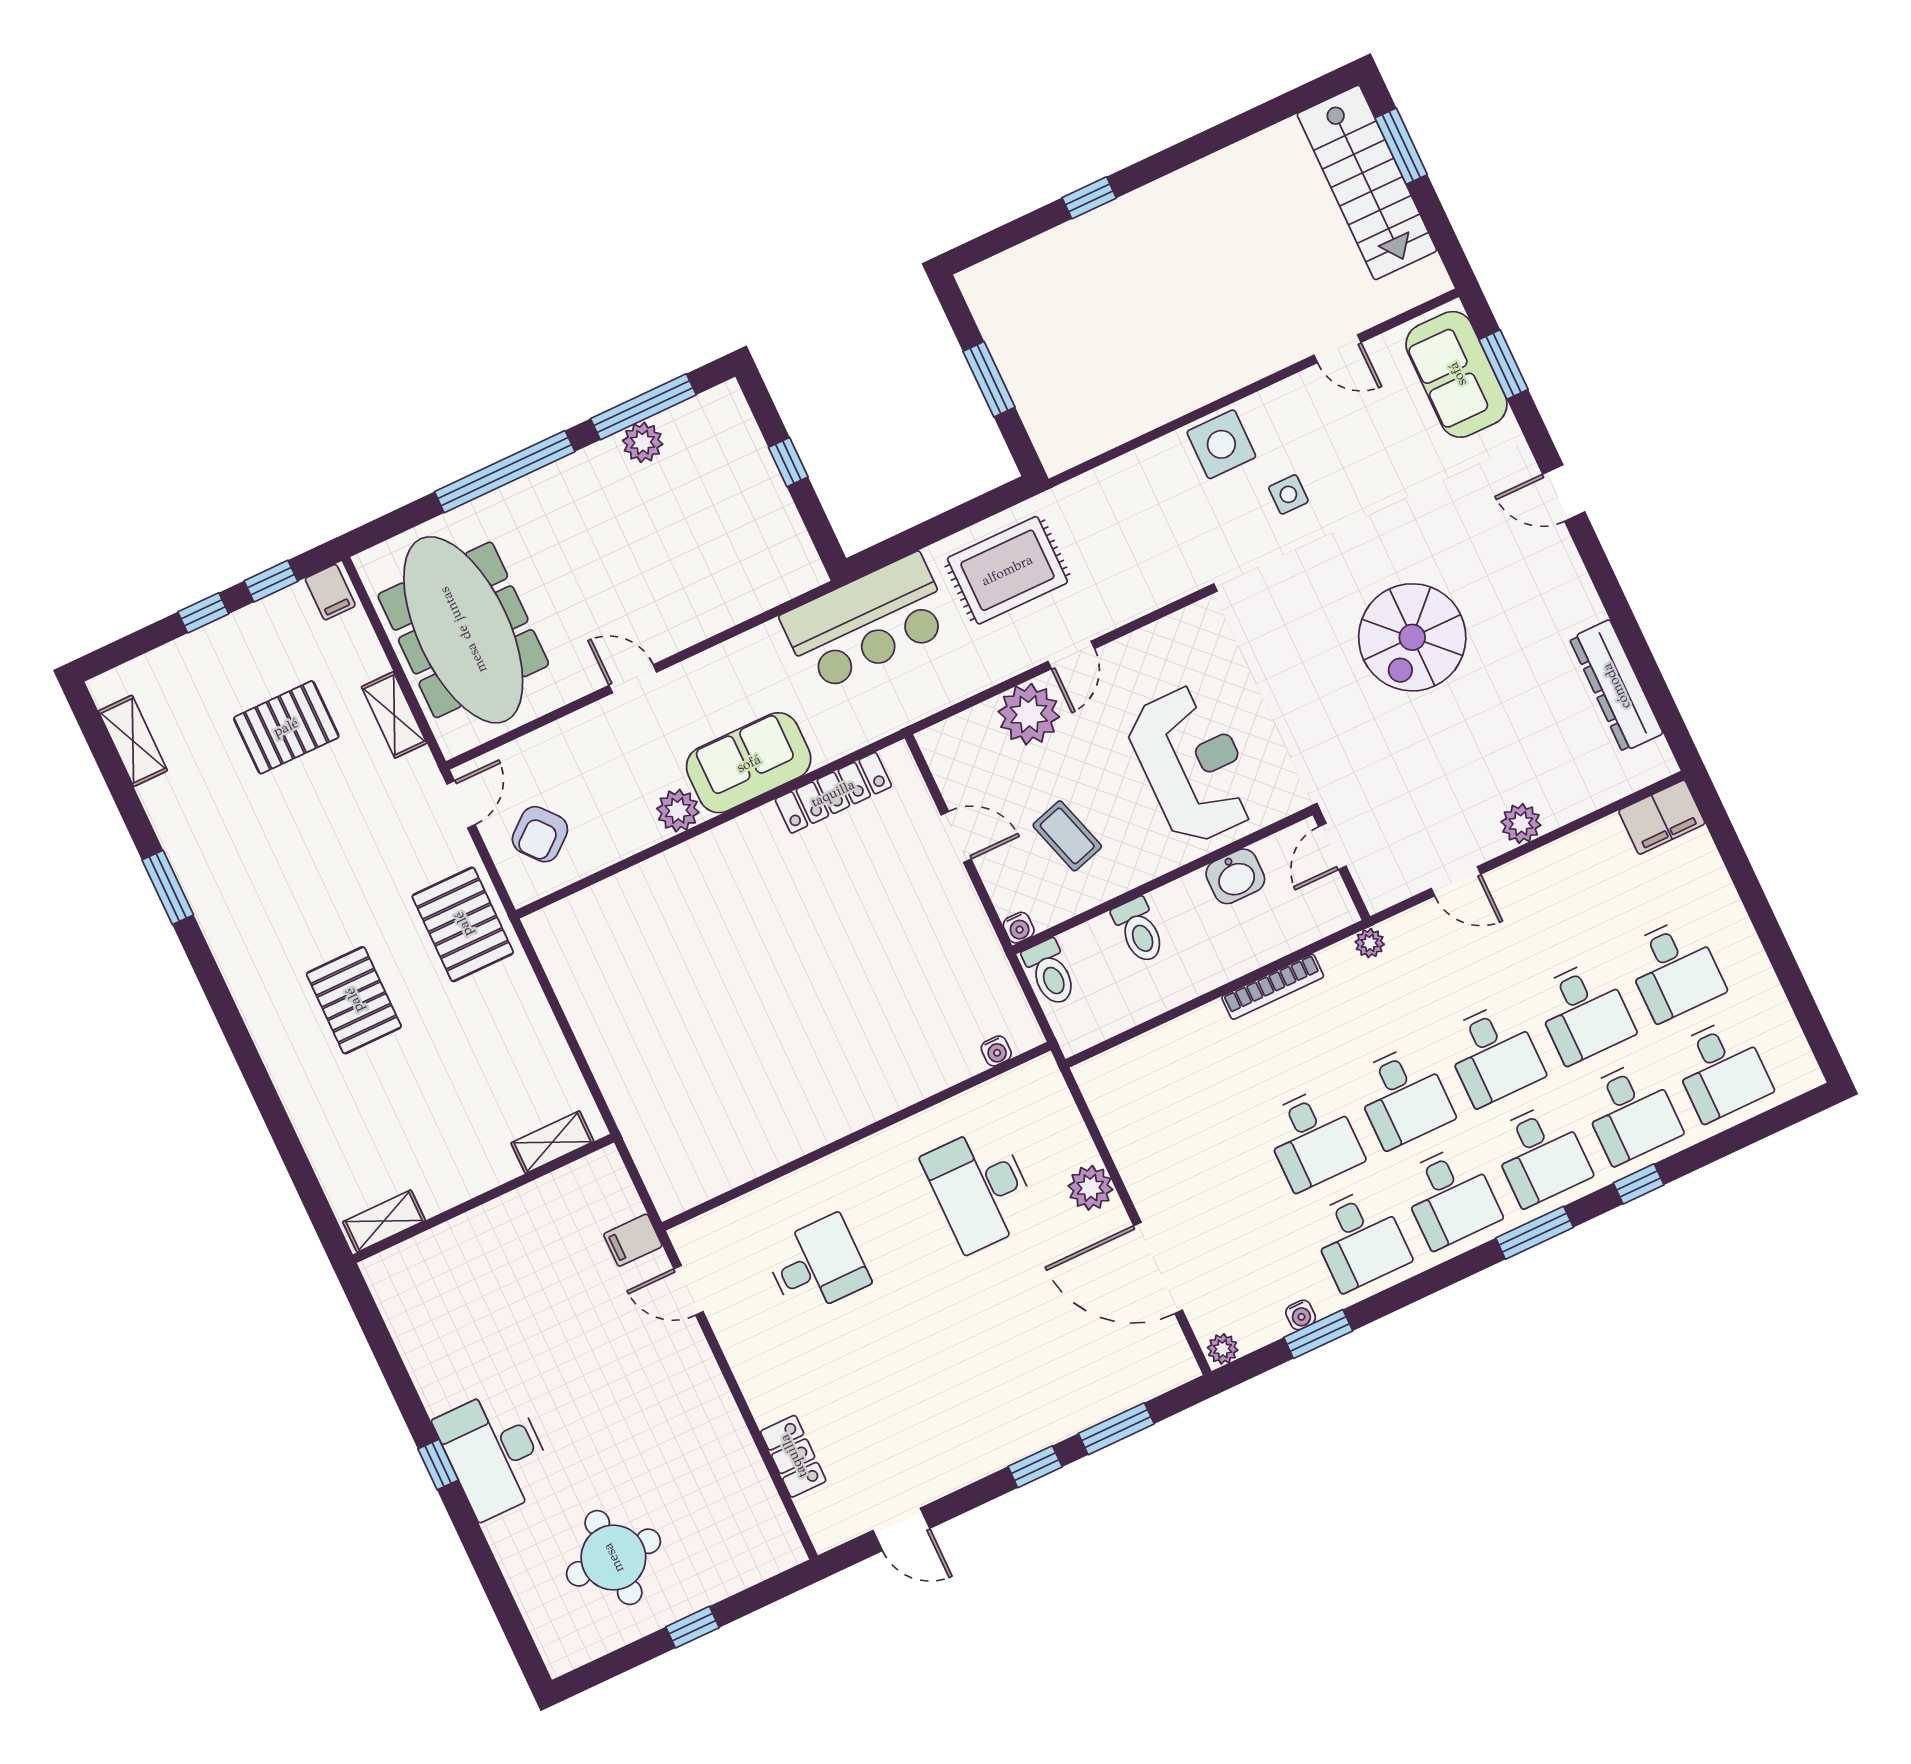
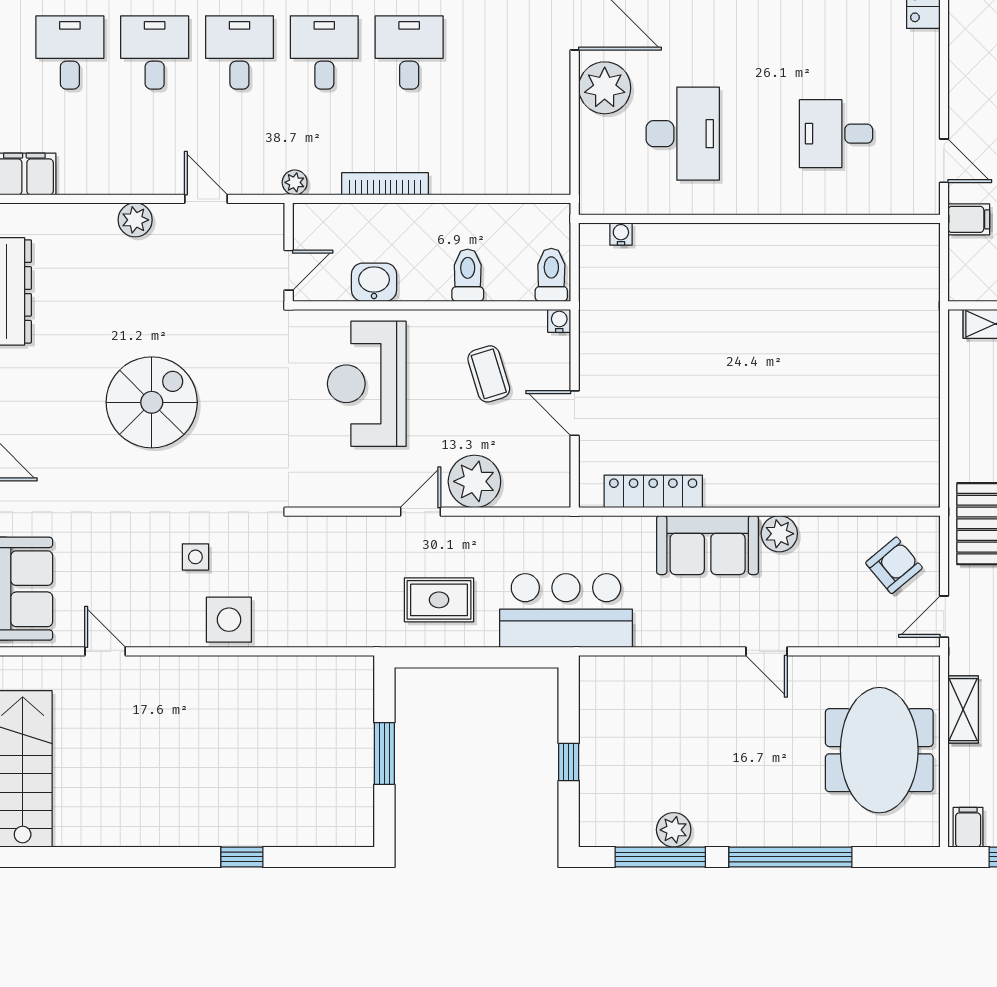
rug: (1007, 570) -> (439, 600), width x0.73, depth x0.70
meeting table: (463, 630) -> (879, 750), width x0.73
plant: (1090, 1188) -> (605, 88), width x1.36, depth x1.36

